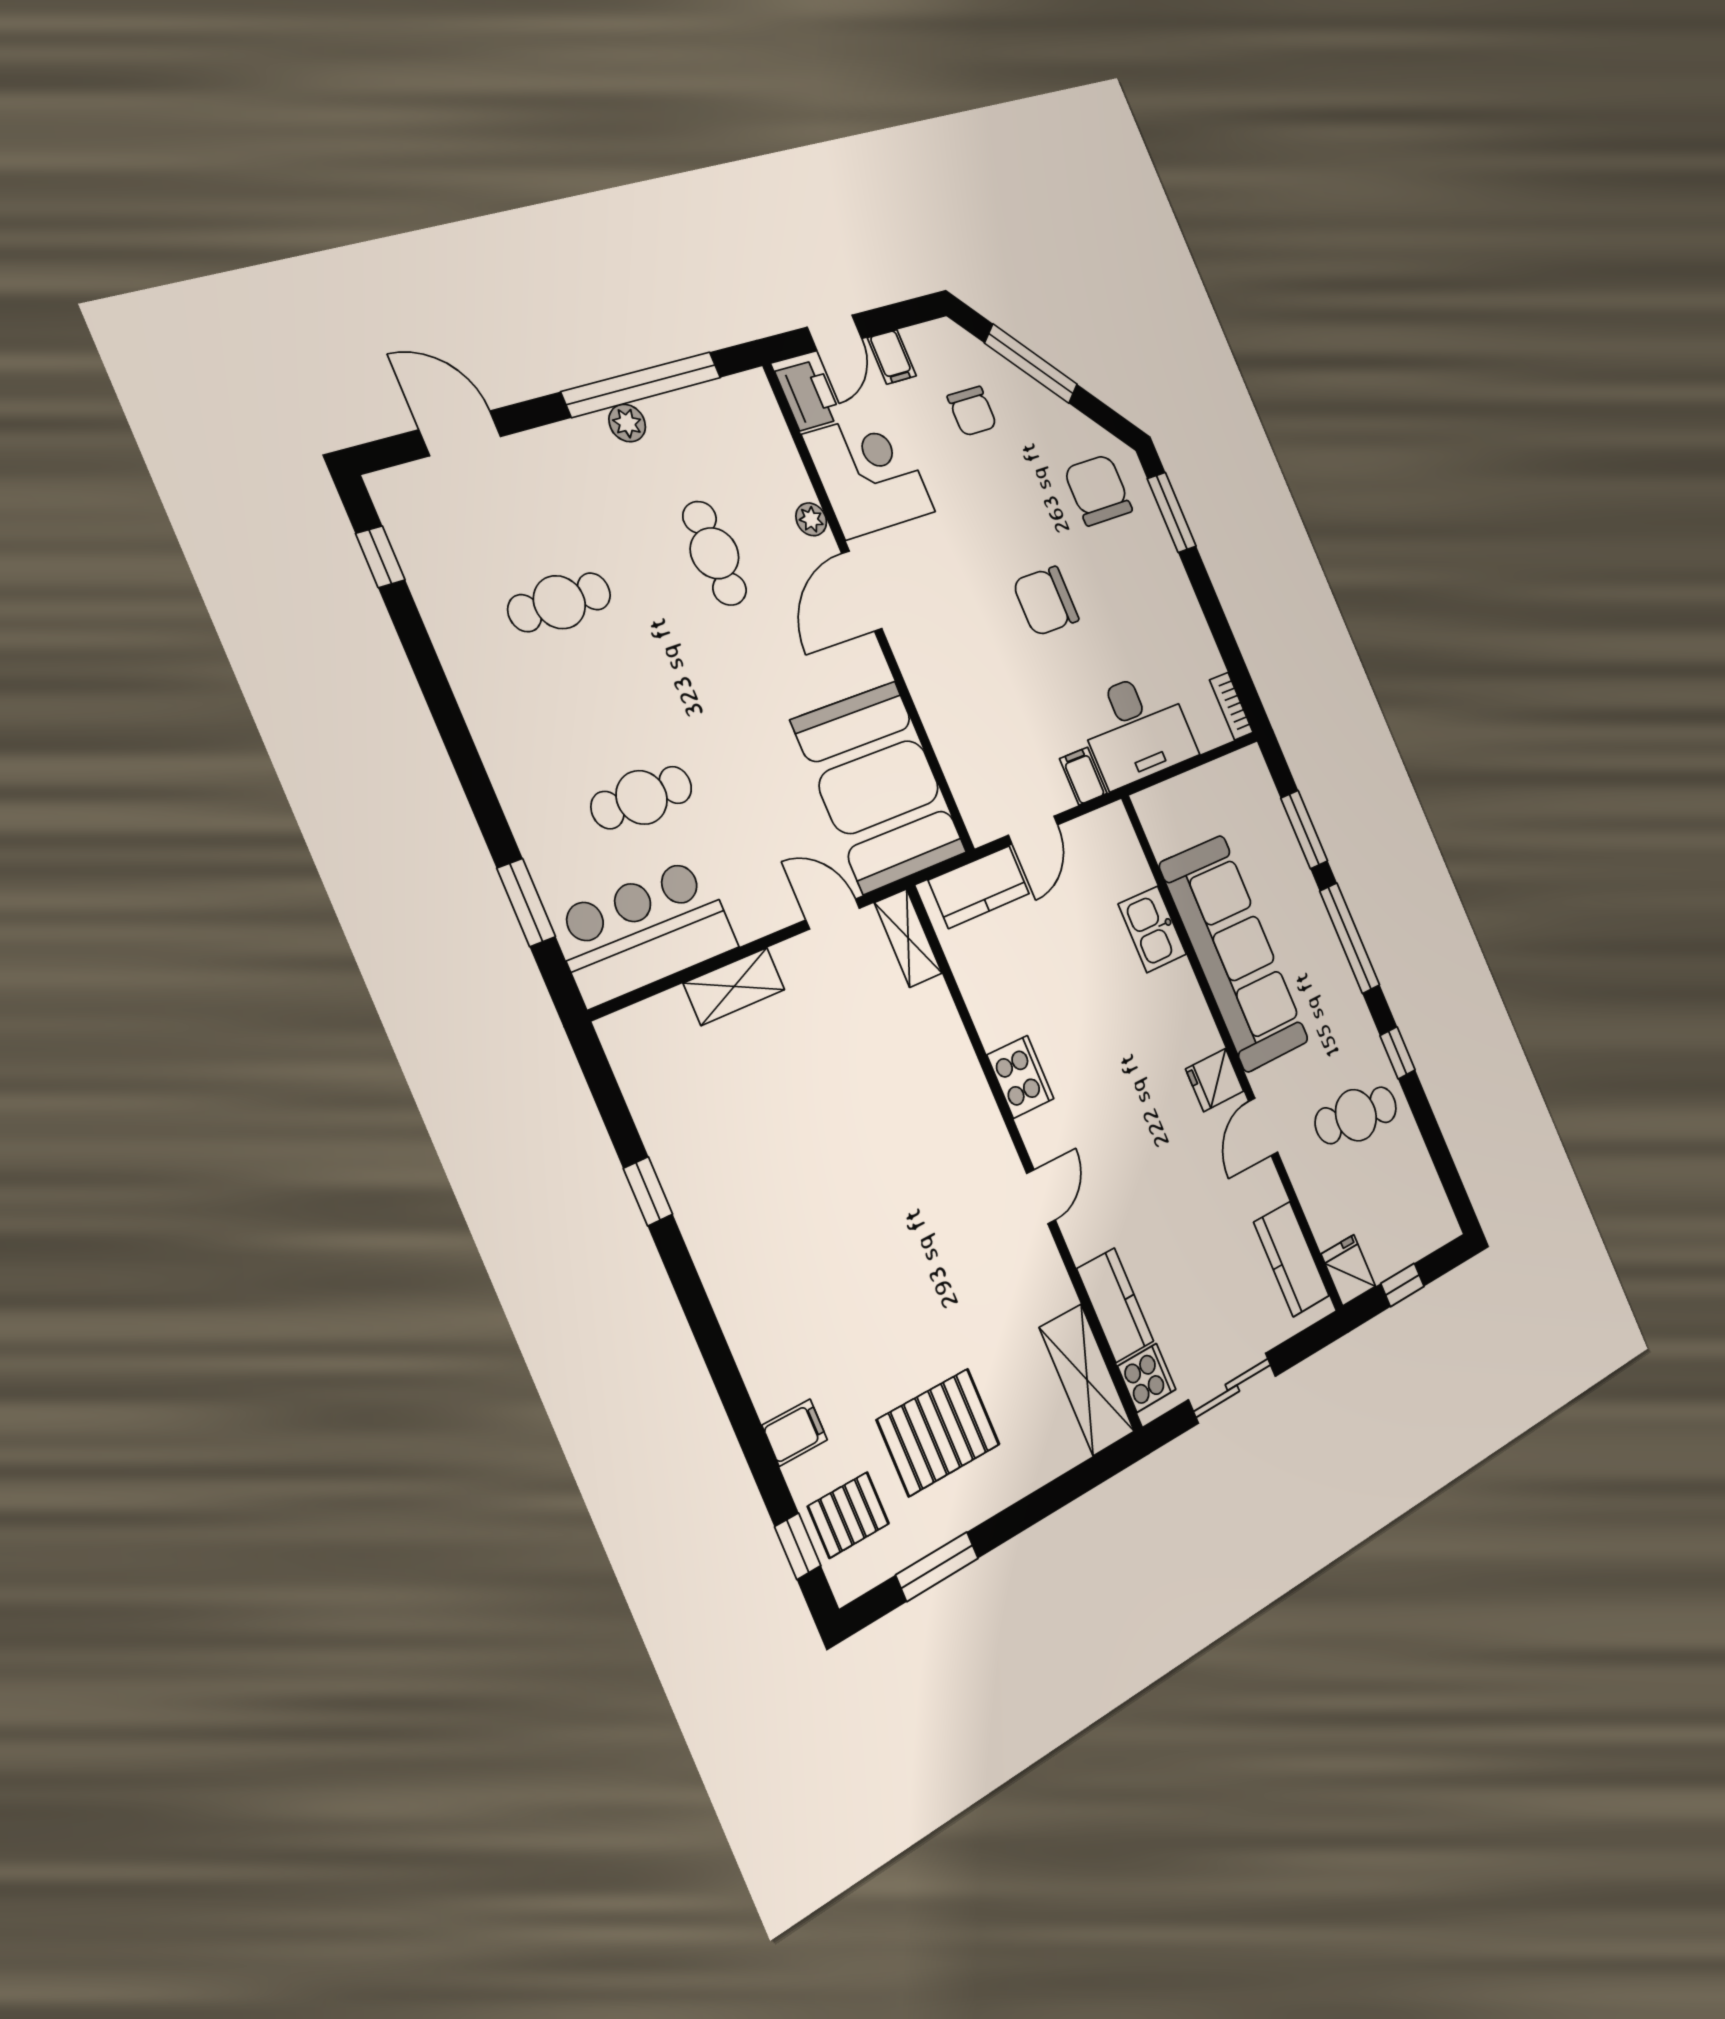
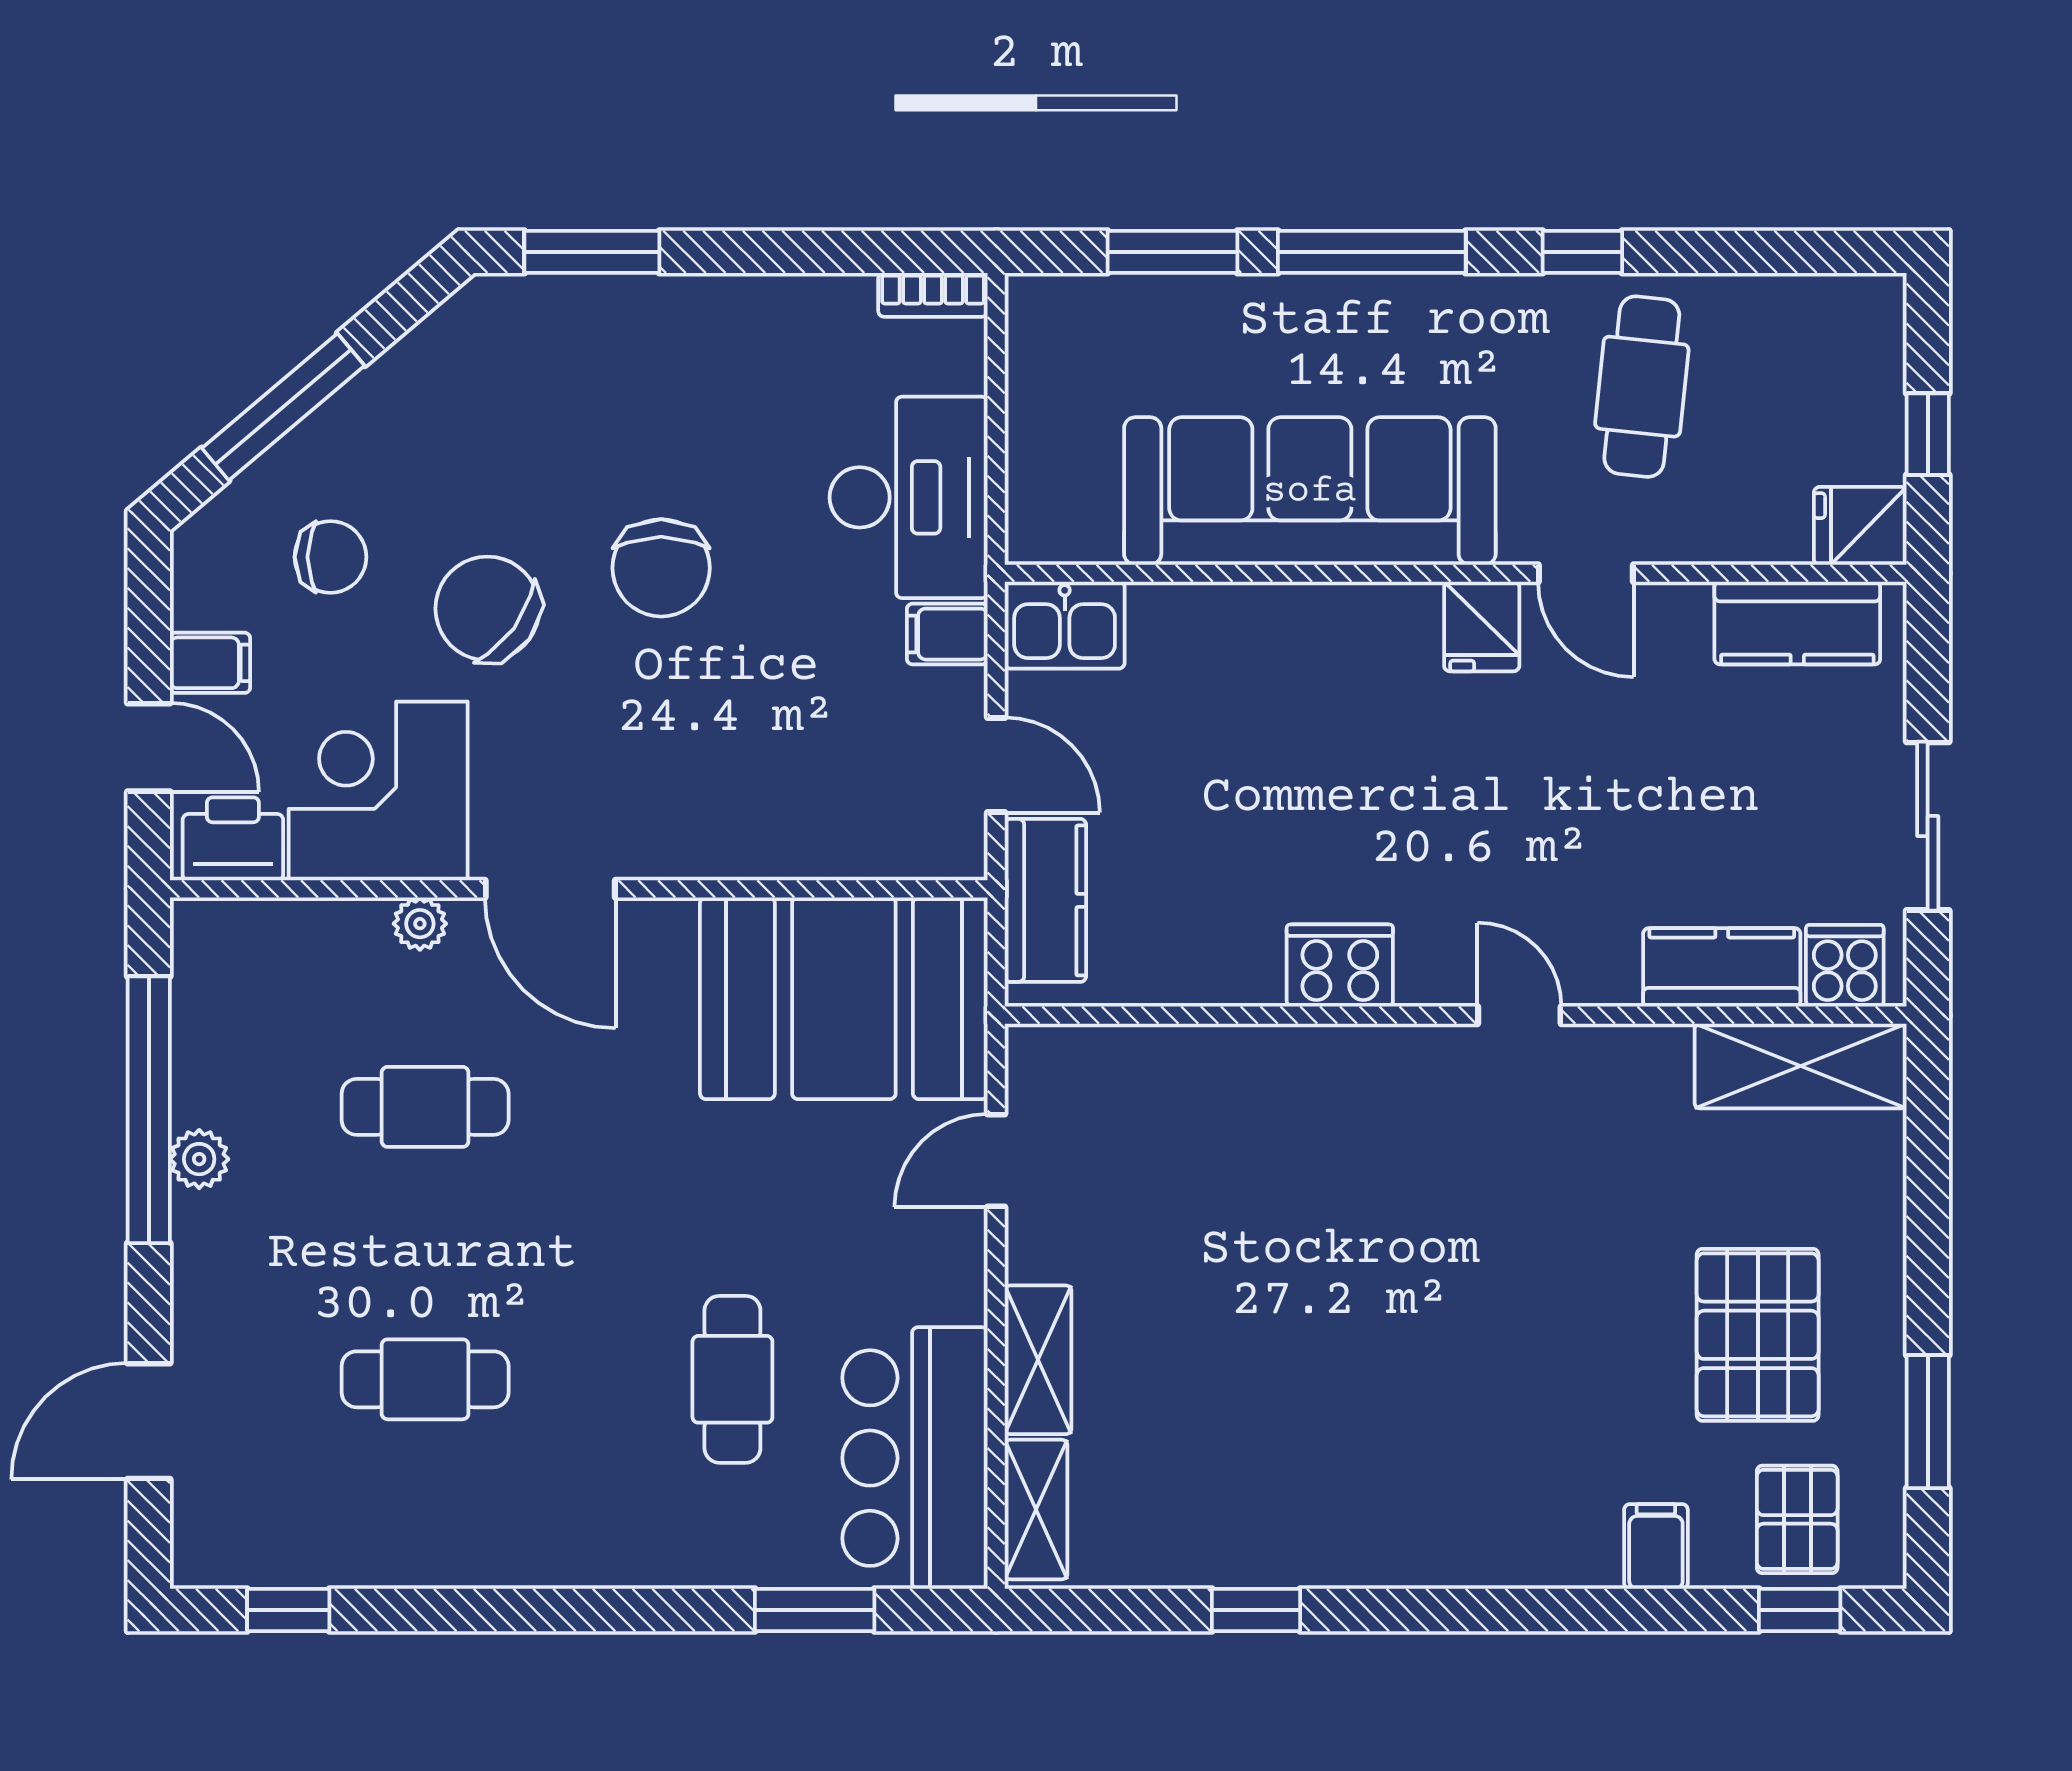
chair: (1098, 490) -> (487, 609), moved, turned 36
cafe table: (559, 602) -> (425, 1379), turned 90
kitchen sink: (1152, 929) -> (1065, 625), moved
shelving: (908, 938) -> (1036, 1509), moved, turned 90

